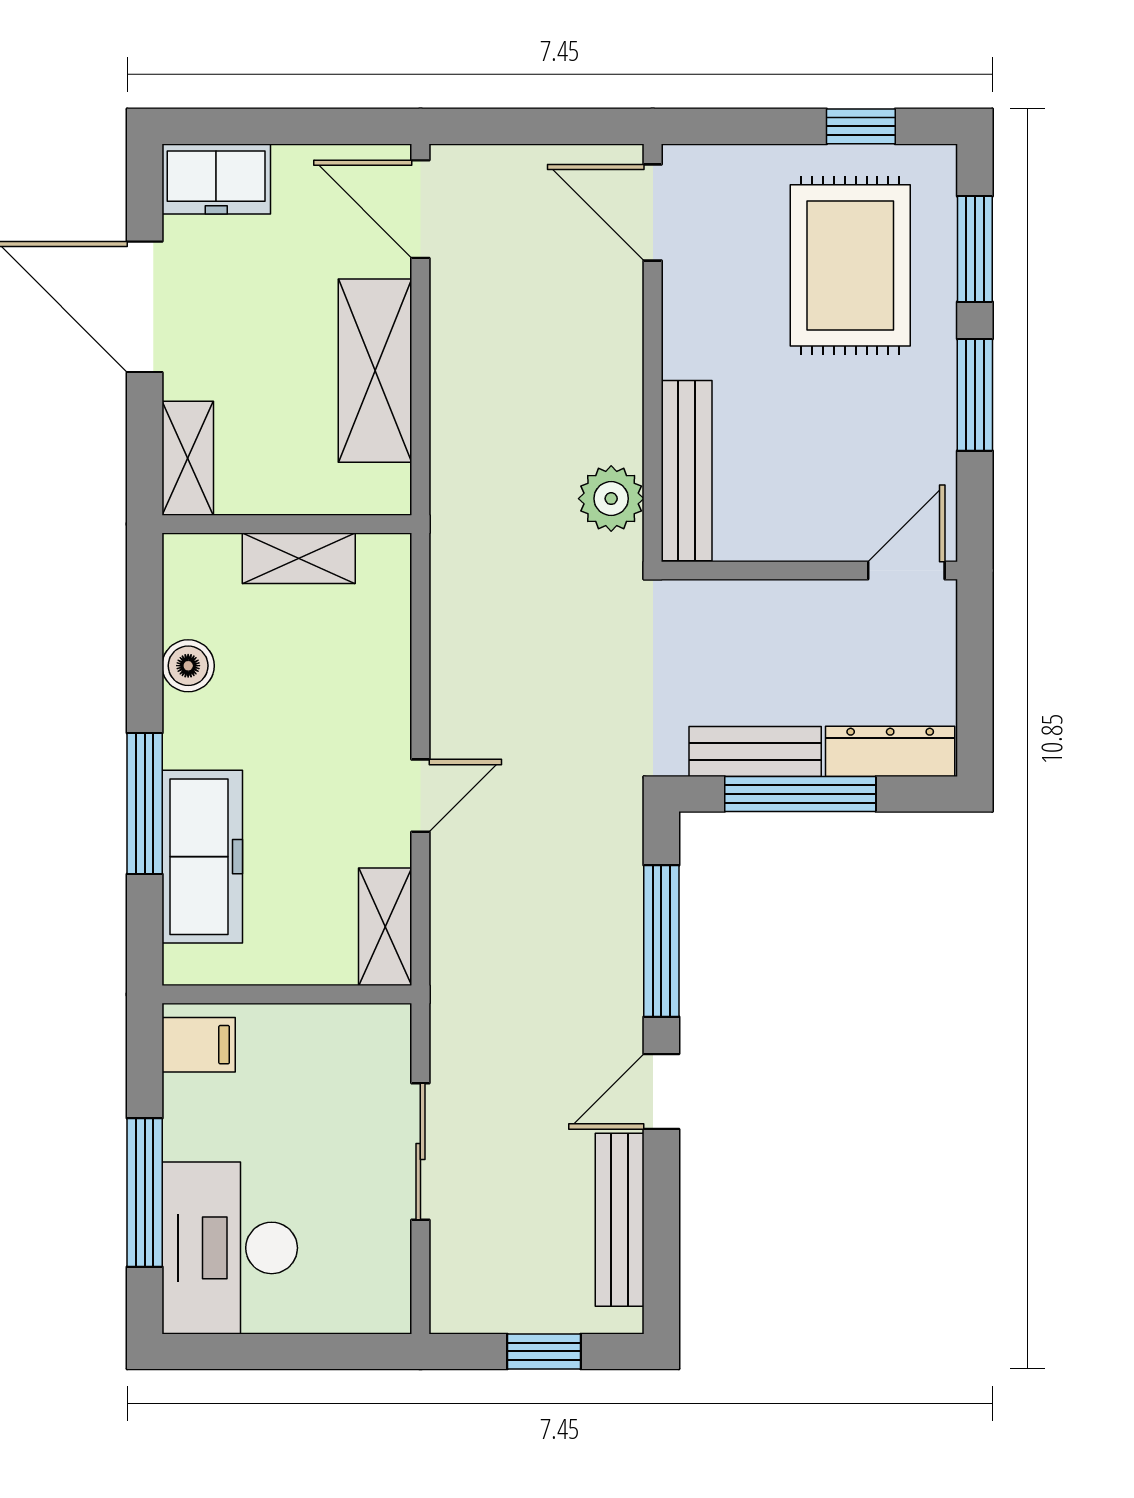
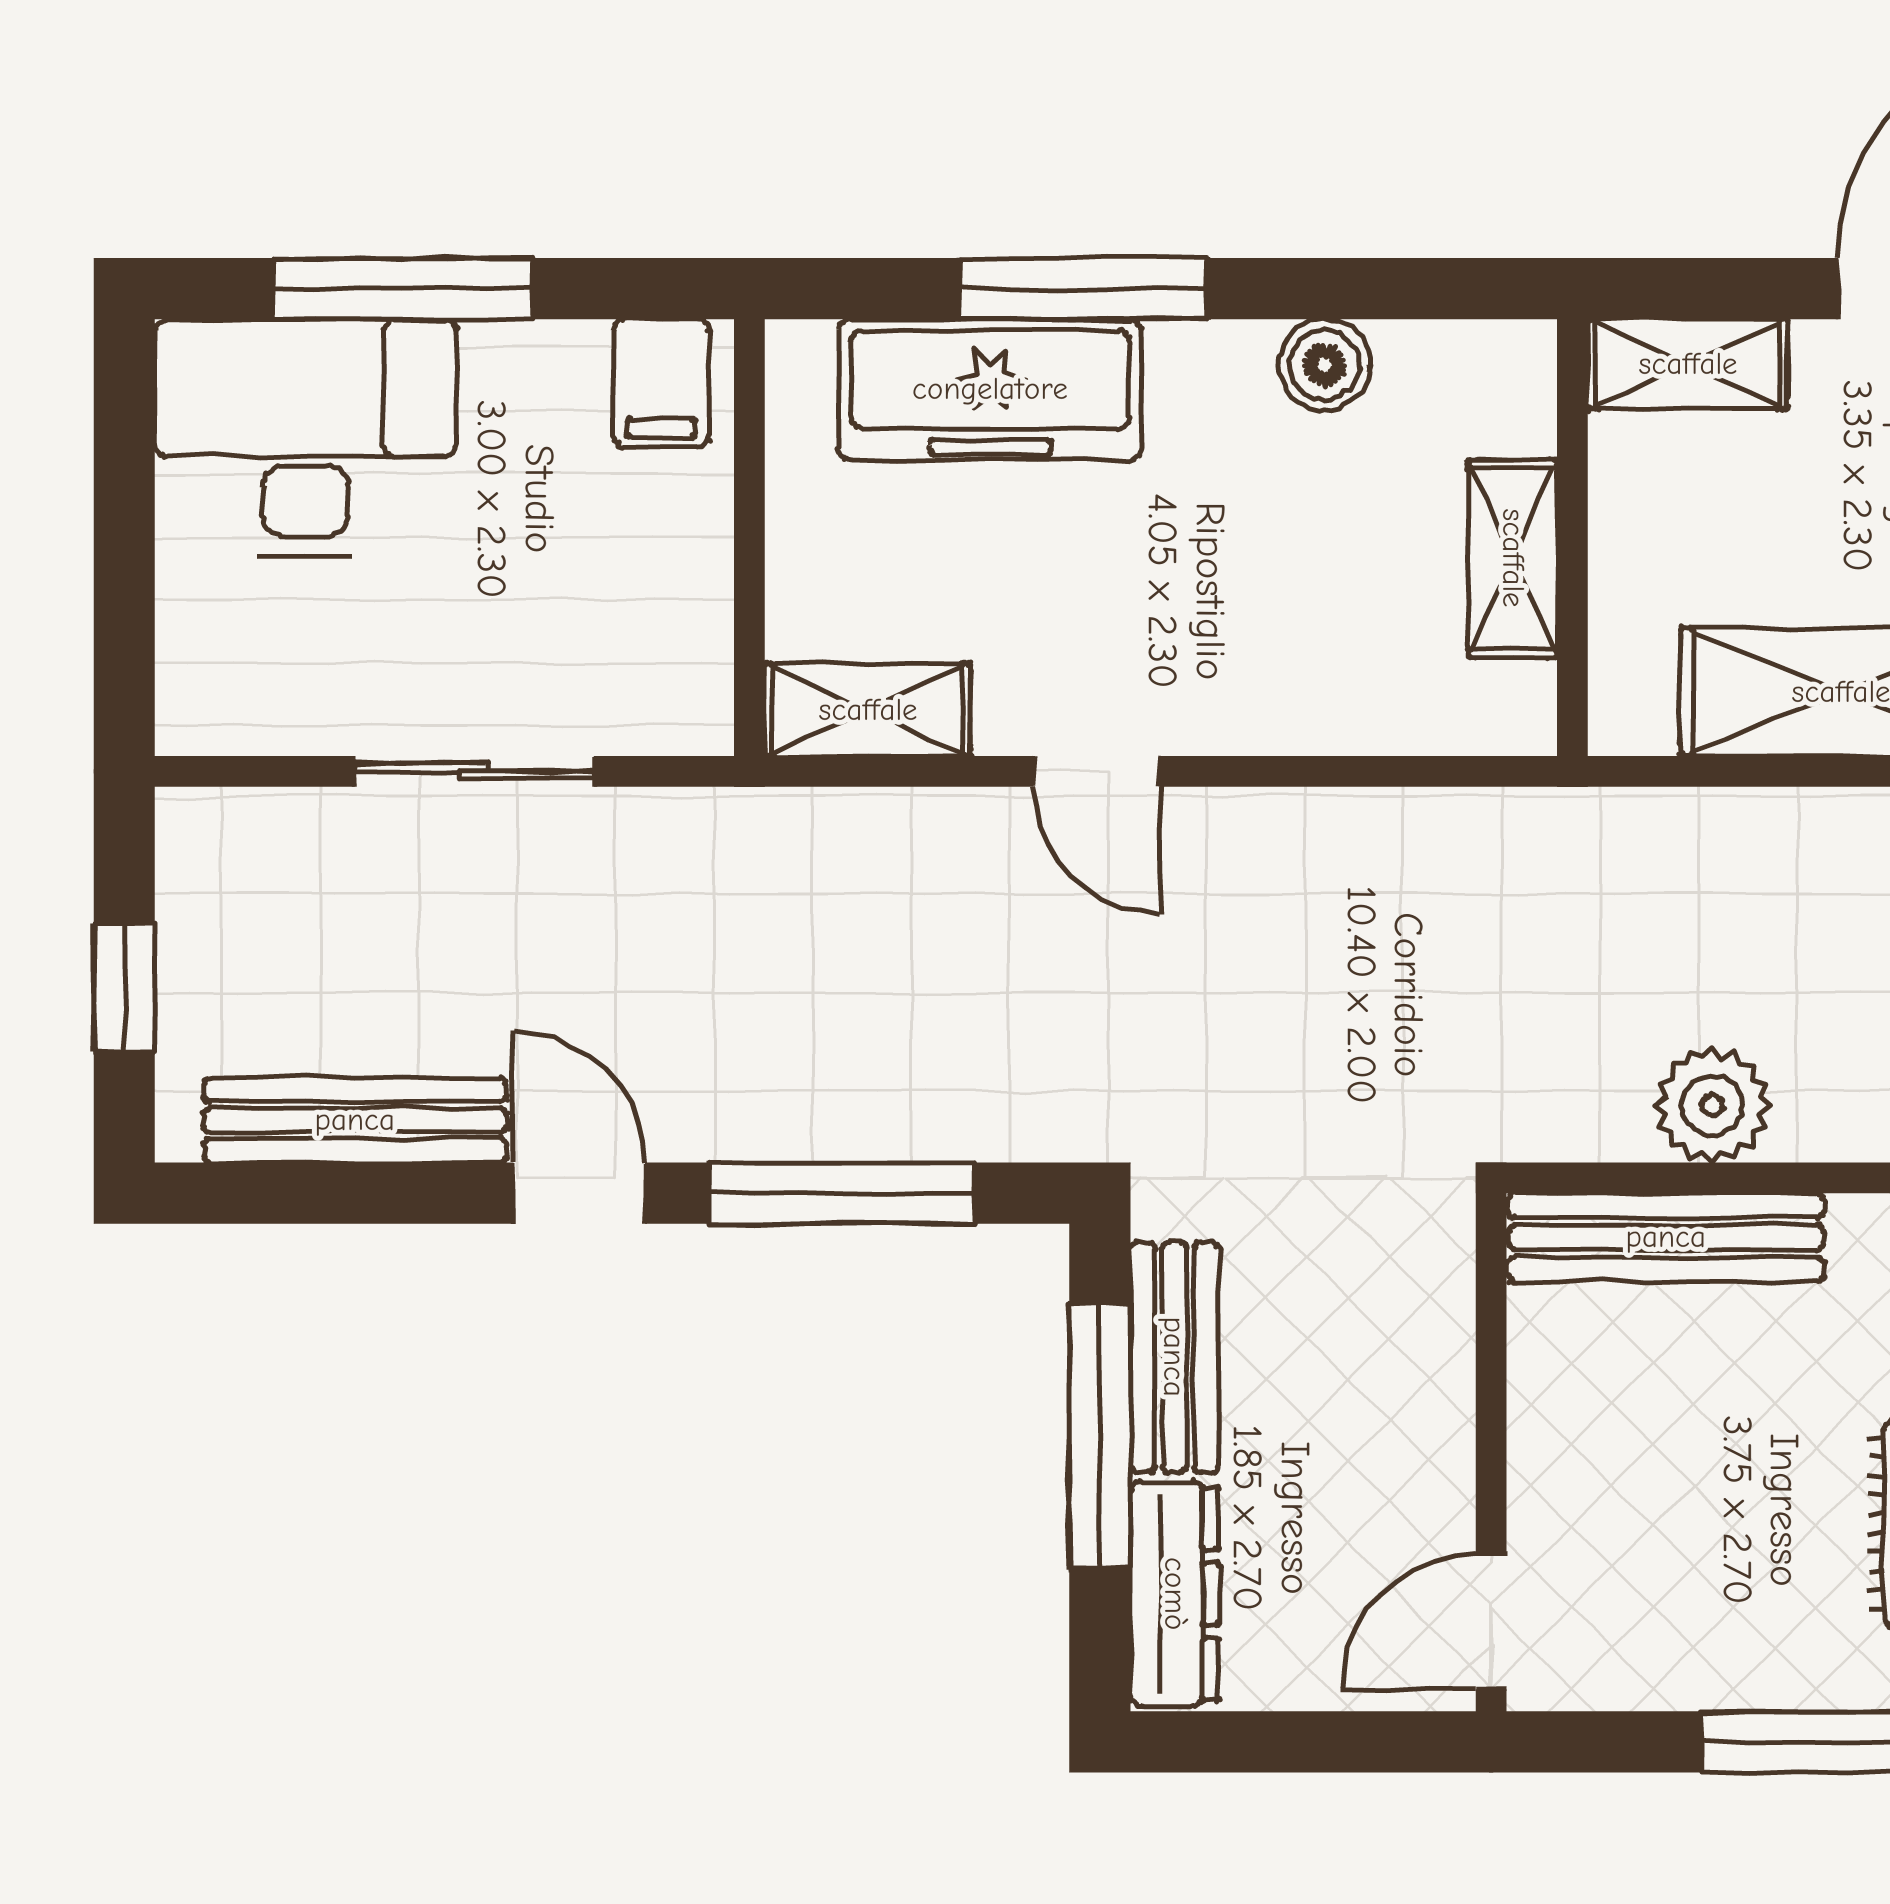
plant: (611, 499) -> (1712, 1105), moved
door: (906, 571) -> (1491, 1622), swing flipped

